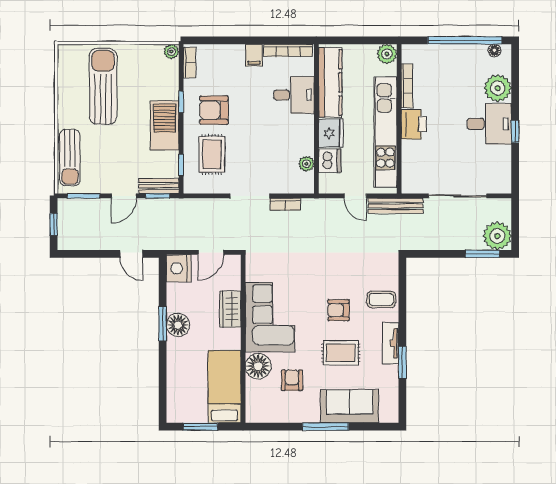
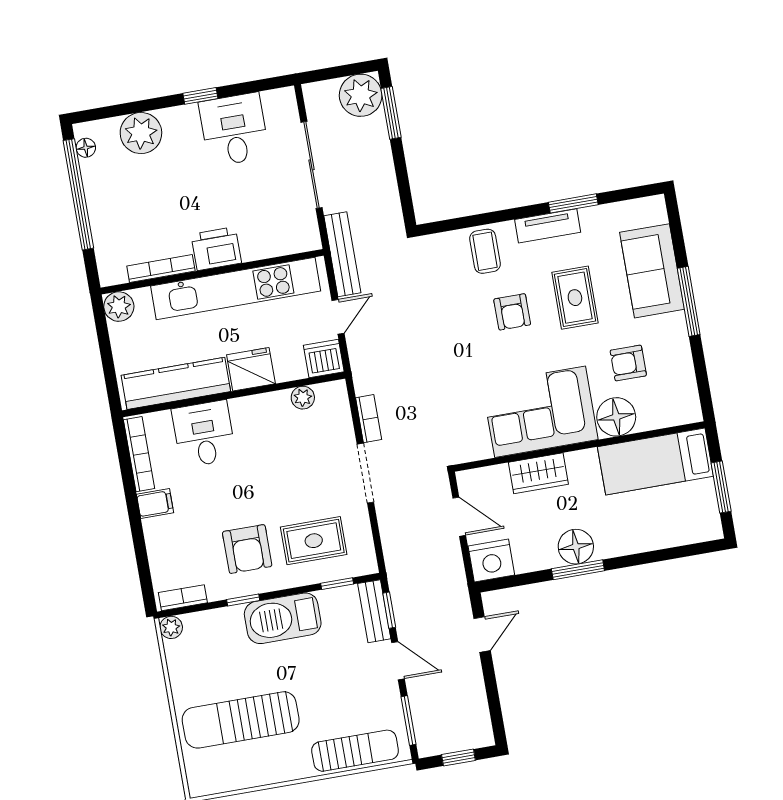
desk: (489, 124) -> (234, 130), moved
dishwasher: (330, 161) -> (324, 358), moved

